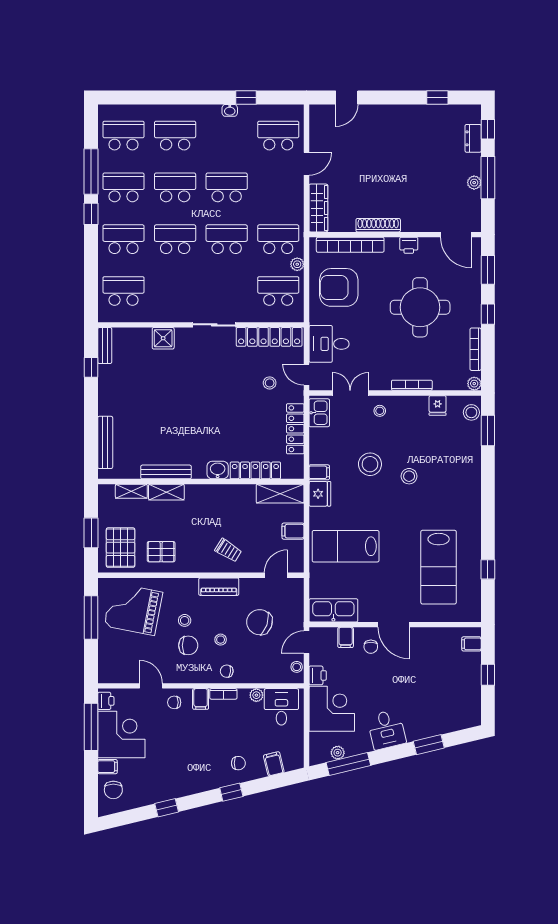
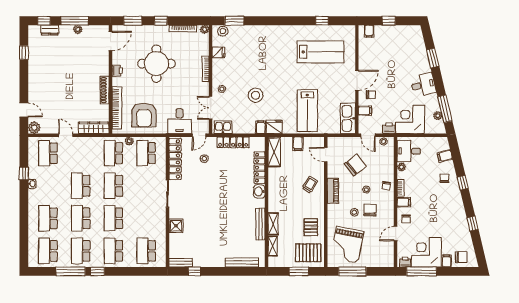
plant: (319, 114) -> (34, 128), added
stool: (409, 476) -> (263, 71), removed
chair: (259, 622) -> (355, 165), turned -147

